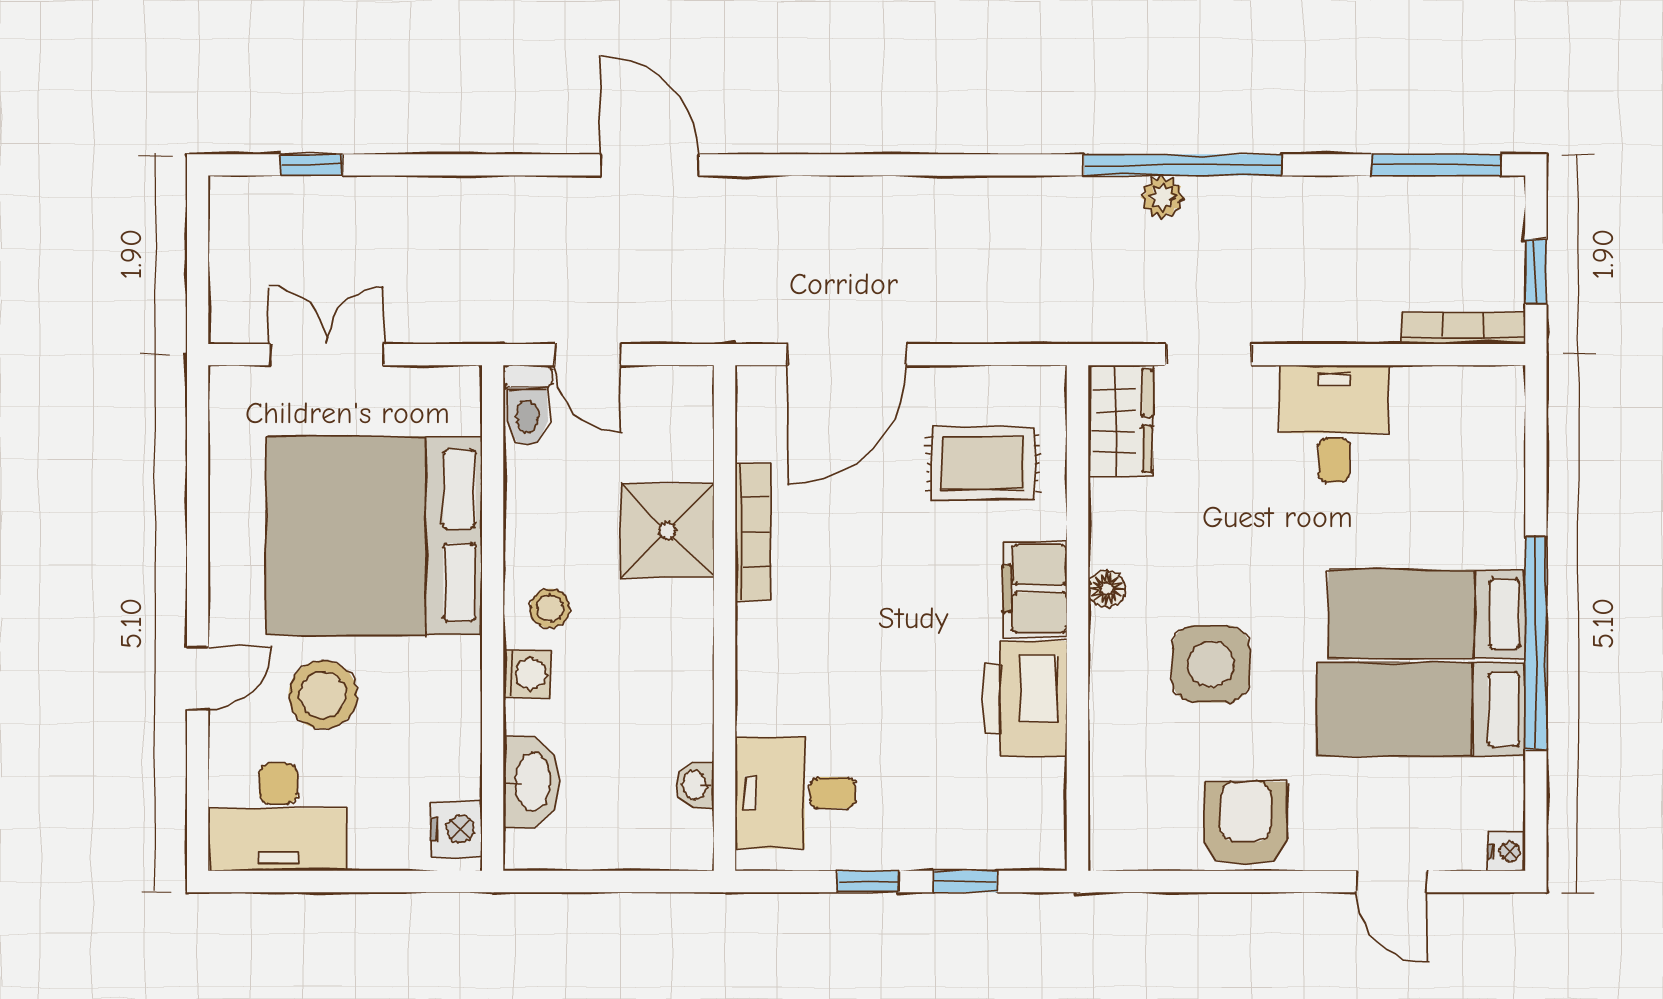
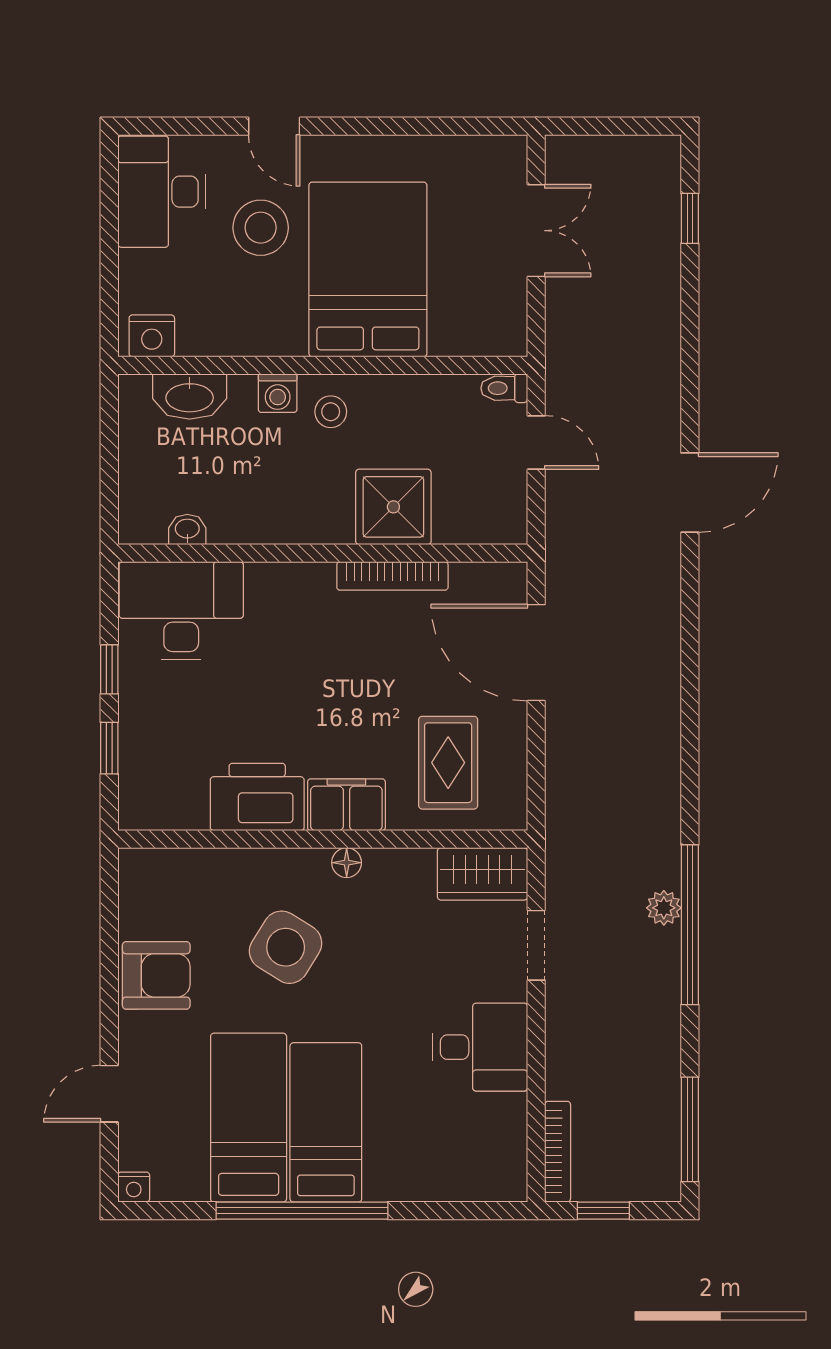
door: (588, 355) -> (536, 442), swing flipped
toilet: (528, 405) -> (504, 388), width x0.73, depth x0.72
bed: (374, 536) -> (368, 269), width x0.73
side table: (1211, 664) -> (286, 947), turned 32
desk: (795, 793) -> (181, 611), width x1.37

